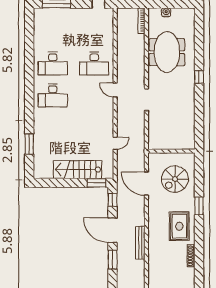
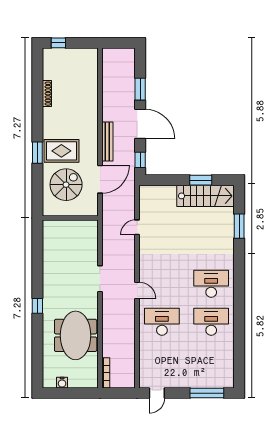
water cooler: (166, 12) -> (62, 383), moved
stairs: (78, 170) -> (206, 196), moved
window: (97, 183) -> (201, 180), moved
door: (146, 184) -> (100, 179), hinge flipped
rug: (179, 226) -> (61, 151), moved, turned 90
bench: (140, 243) -> (107, 141), moved

